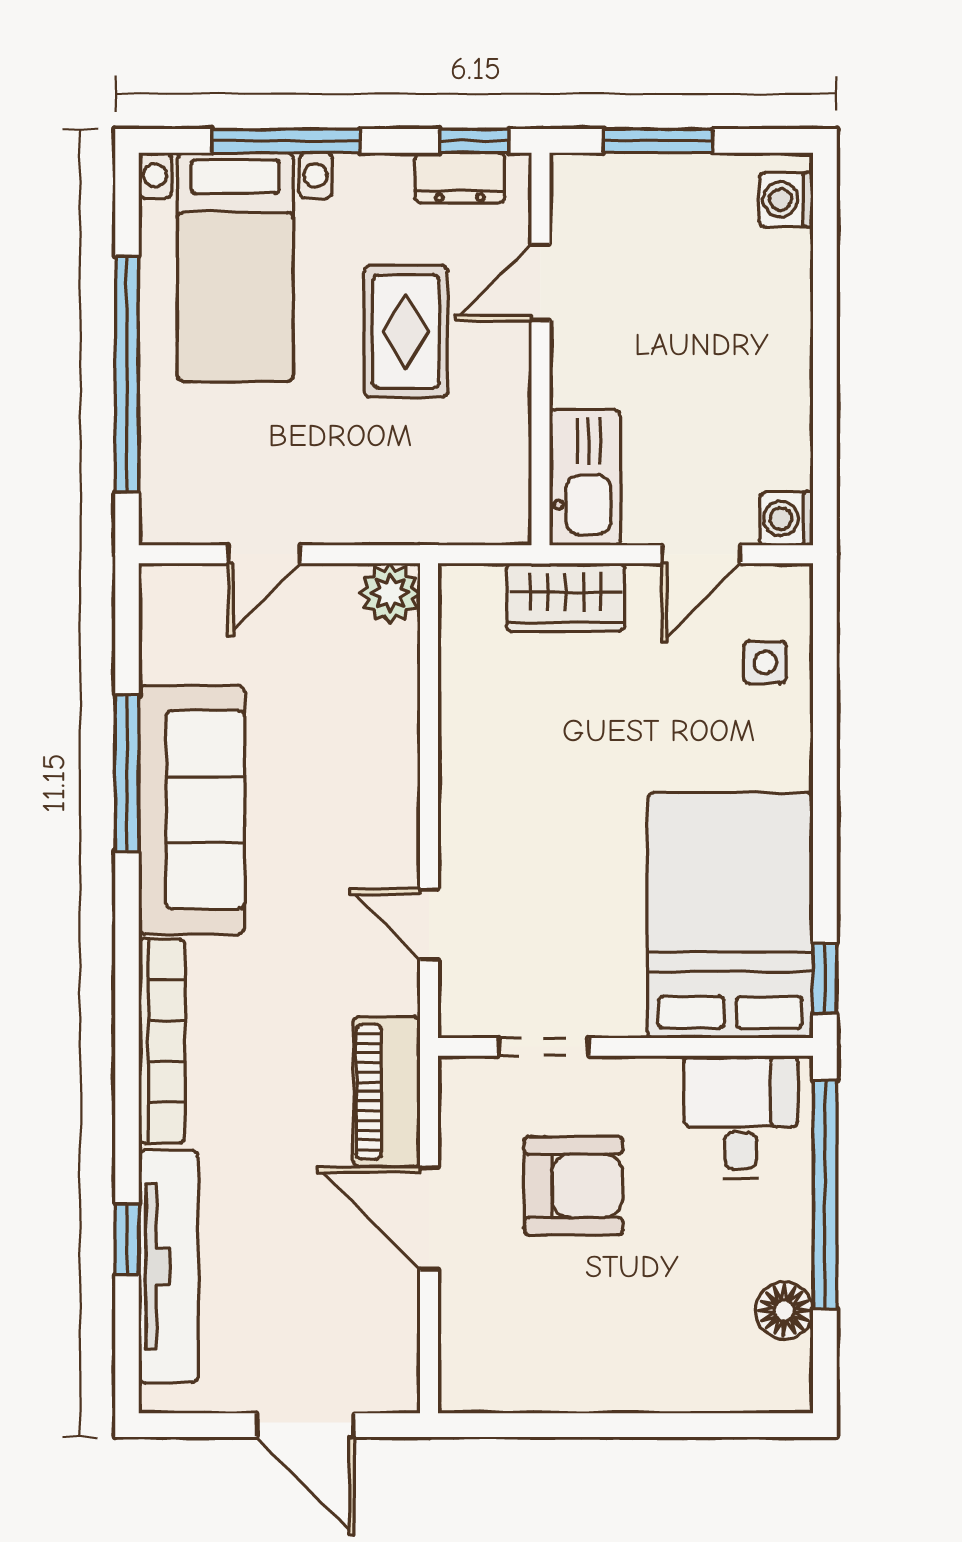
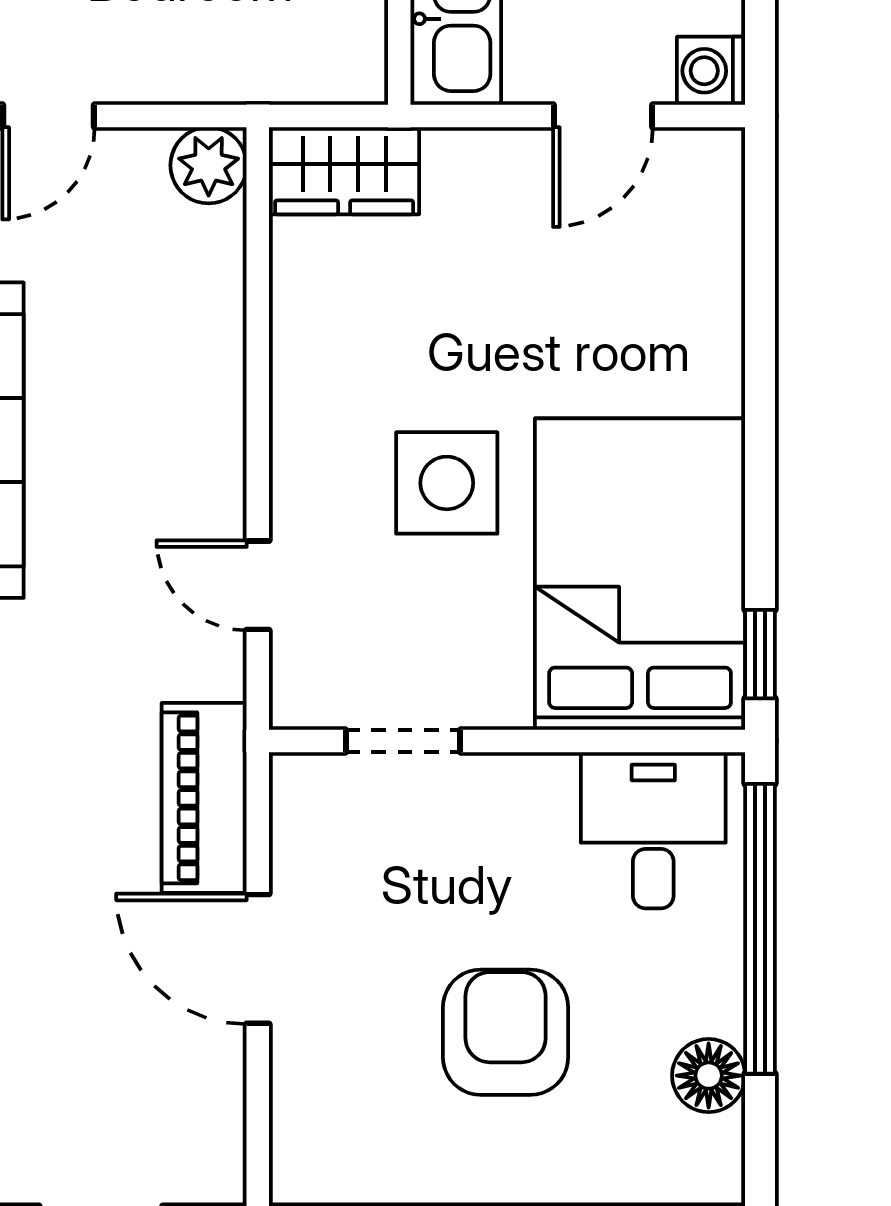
wardrobe: (565, 597) -> (344, 171), moved
side table: (765, 662) -> (447, 483), moved, width x1.87, depth x1.87
armchair: (574, 1186) -> (506, 1032), moved, turned -90

